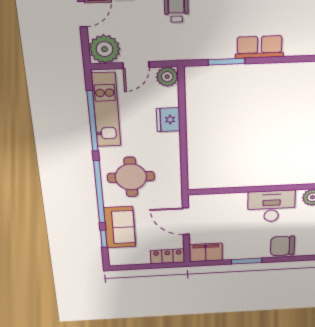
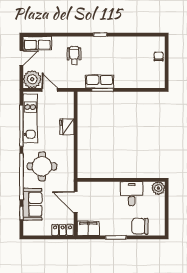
row of seats: (259, 47) -> (100, 82), moved
door: (136, 65) -> (50, 90), swing flipped
plant: (167, 77) -> (67, 98), removed
desk: (271, 206) -> (132, 194), width x0.73

